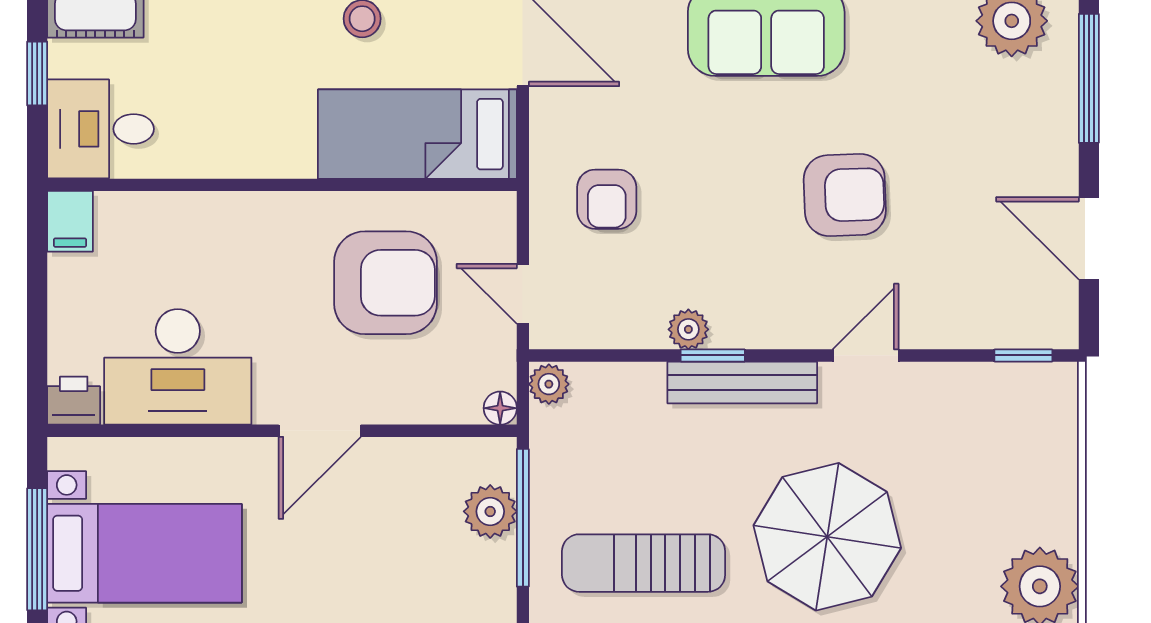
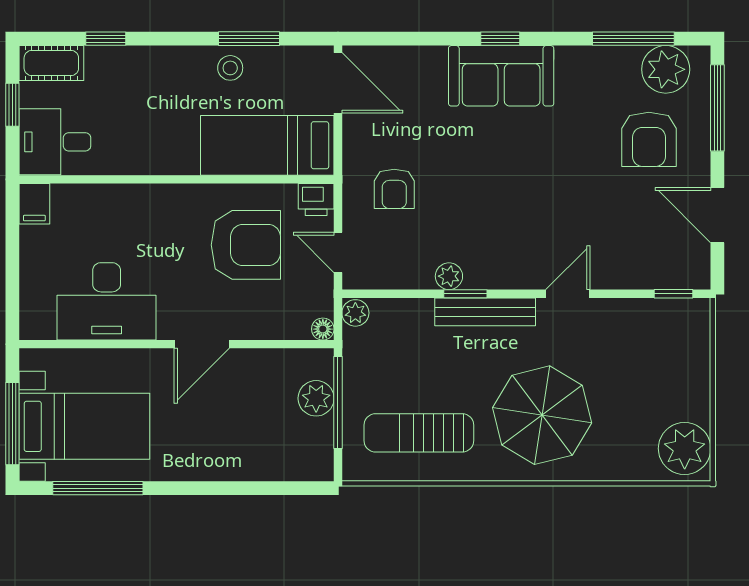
armchair: (845, 195) -> (649, 139), moved, turned 92
printer: (74, 401) -> (316, 200), moved, turned 180

